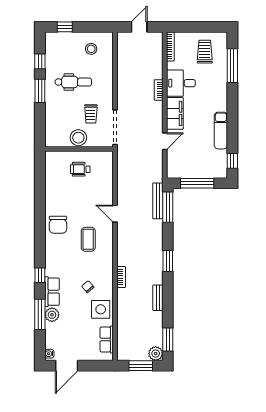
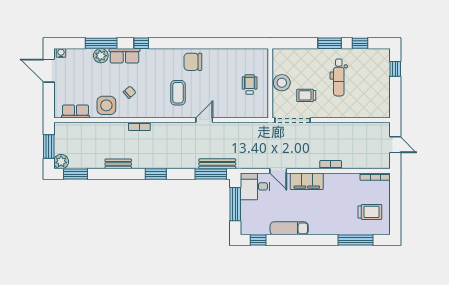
stool: (91, 49) -> (373, 96), removed
desk: (181, 83) -> (255, 186), moved, turned -90
coffee table: (88, 239) -> (178, 93), turned 90

